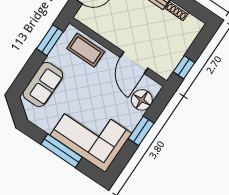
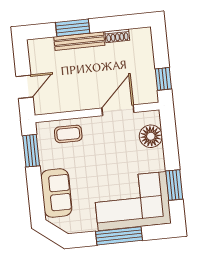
coffee table: (86, 50) -> (68, 134), width x0.73, depth x0.77
door: (134, 63) -> (118, 110), swing flipped
window: (141, 131) -> (174, 185), moved

